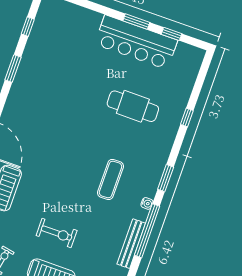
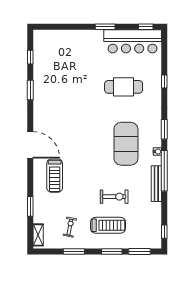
window: (171, 34) -> (146, 27), moved
bar counter: (136, 42) -> (133, 41), moved
exercise mat: (110, 179) -> (126, 144), width x2.00, depth x1.45
exercise bike: (57, 233) -> (114, 197), moved

